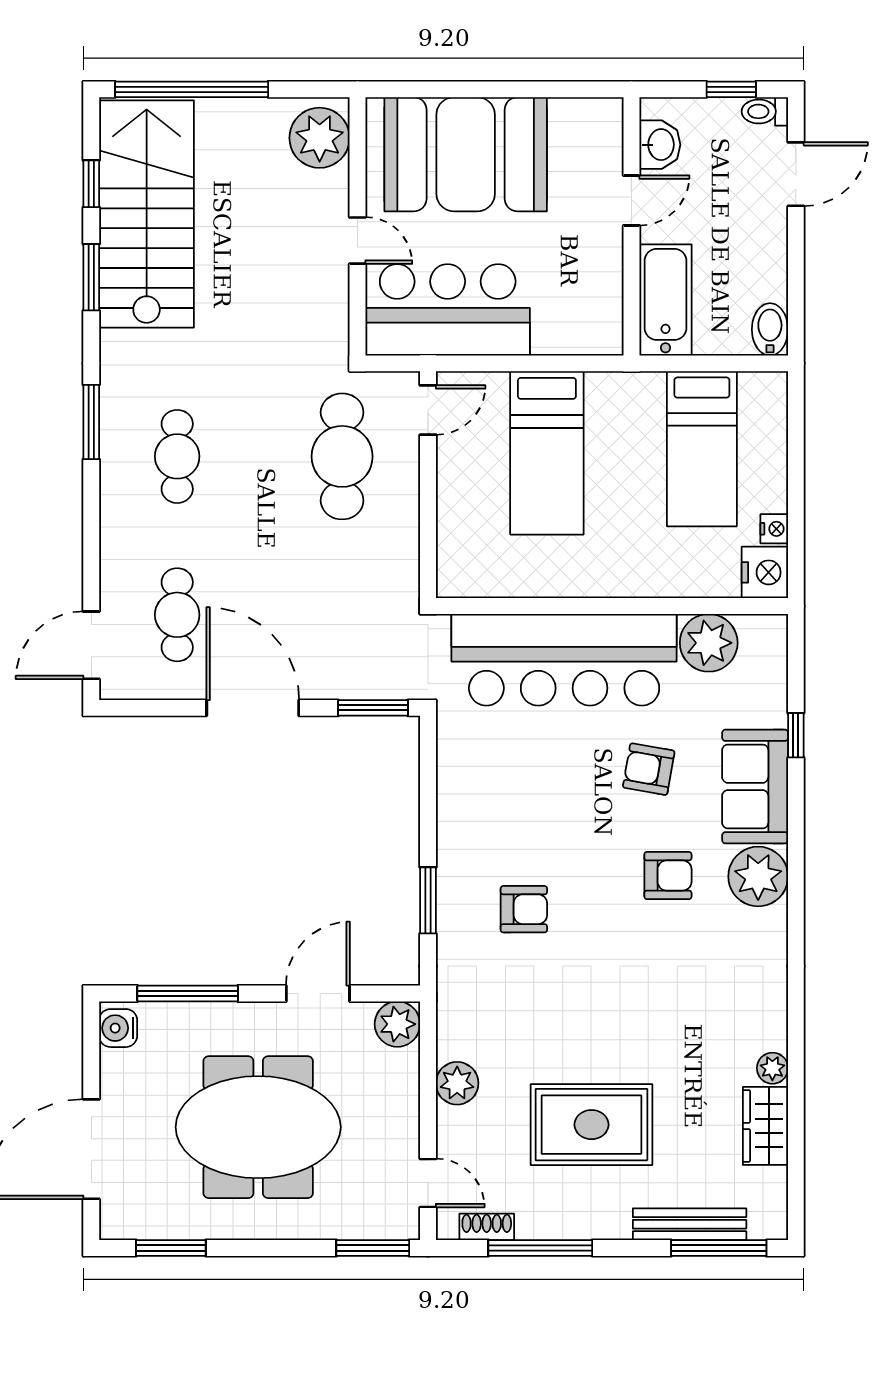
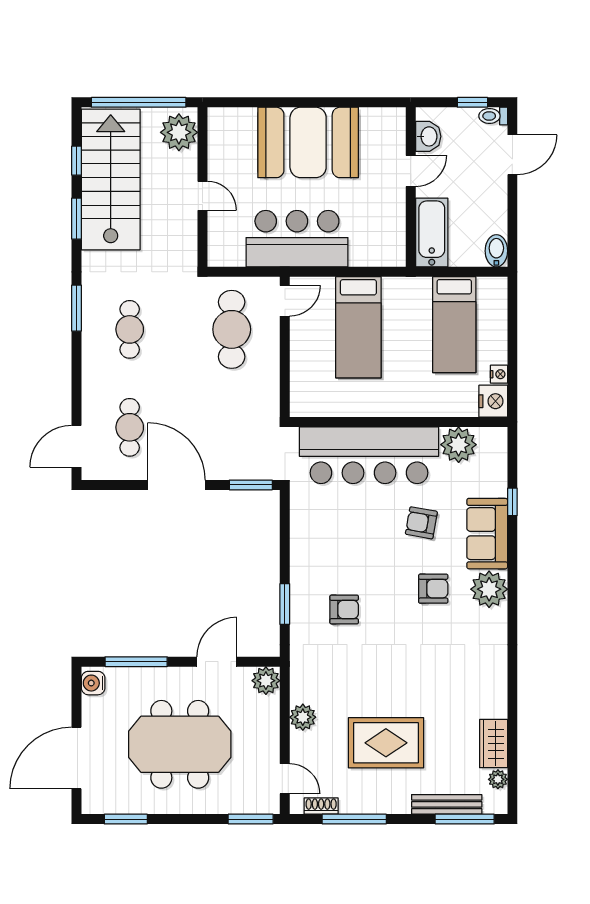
plant: (320, 138) -> (179, 132), moved
wall: (357, 226) -> (202, 187), moved
door: (357, 240) -> (202, 196), moved
plant: (772, 1068) -> (498, 779), moved

